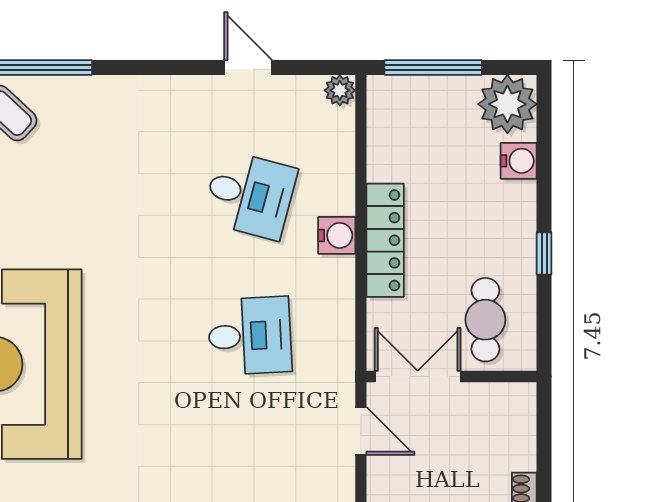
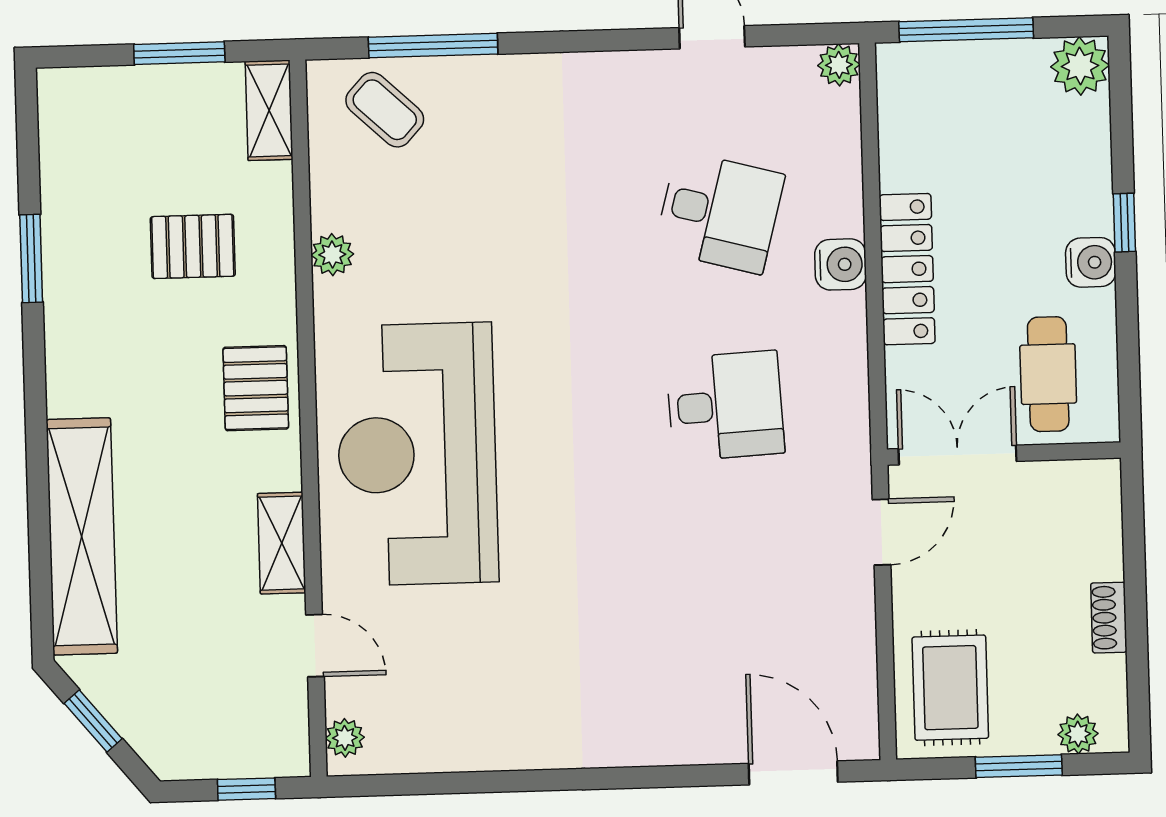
plant: (507, 104) -> (1080, 66), width x0.73, depth x0.73
water cooler: (519, 161) -> (1091, 262), moved
window: (544, 254) -> (1124, 223), moved
door: (361, 431) -> (882, 532), hinge flipped

